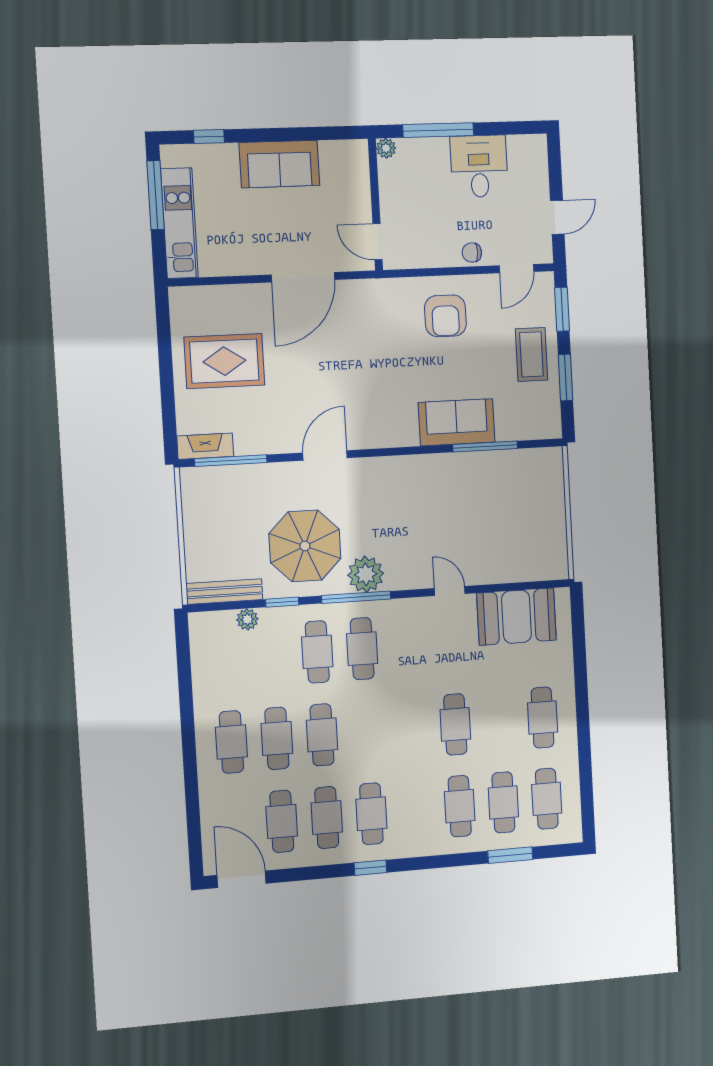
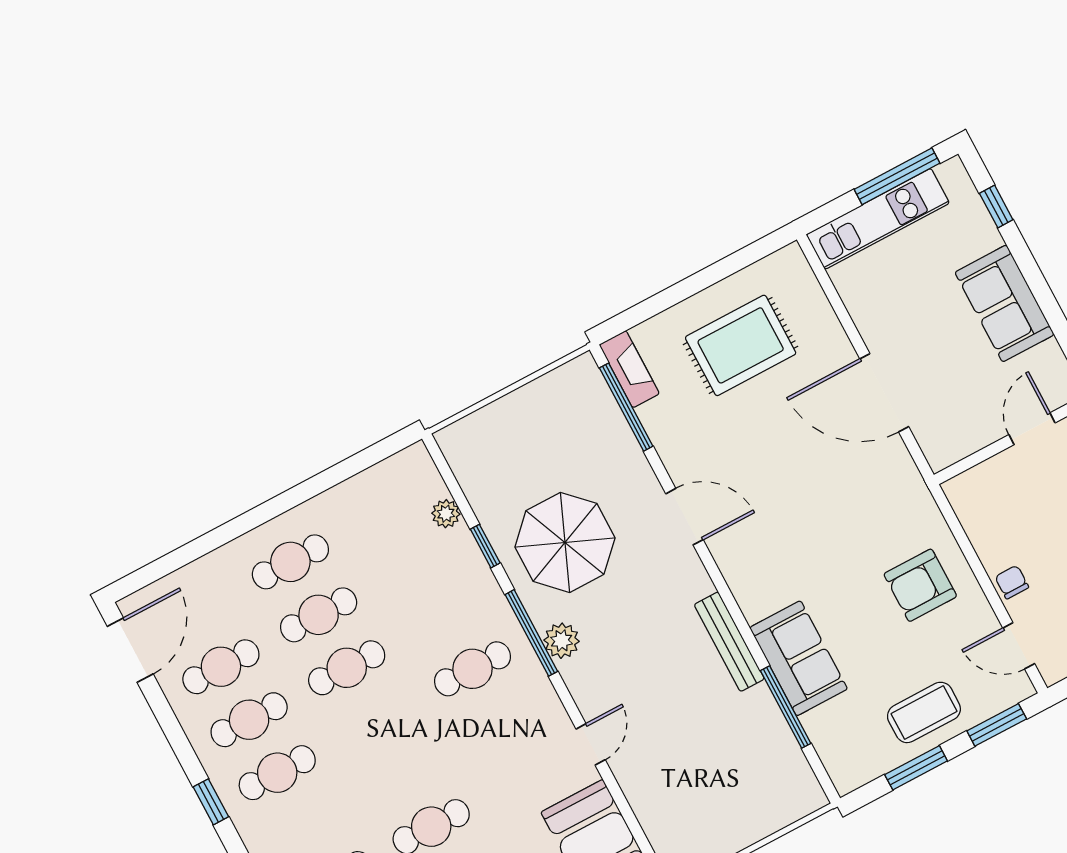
door: (377, 242) -> (1032, 429), moved
rug: (224, 361) -> (741, 345), turned 90
plant: (366, 574) -> (562, 641), width x0.73, depth x0.73
bench: (224, 592) -> (729, 642), moved
cafe table: (317, 652) -> (444, 616), removed

